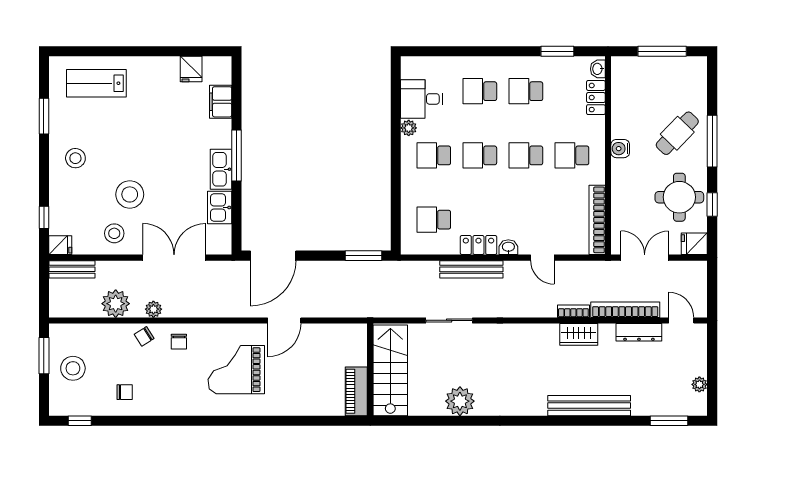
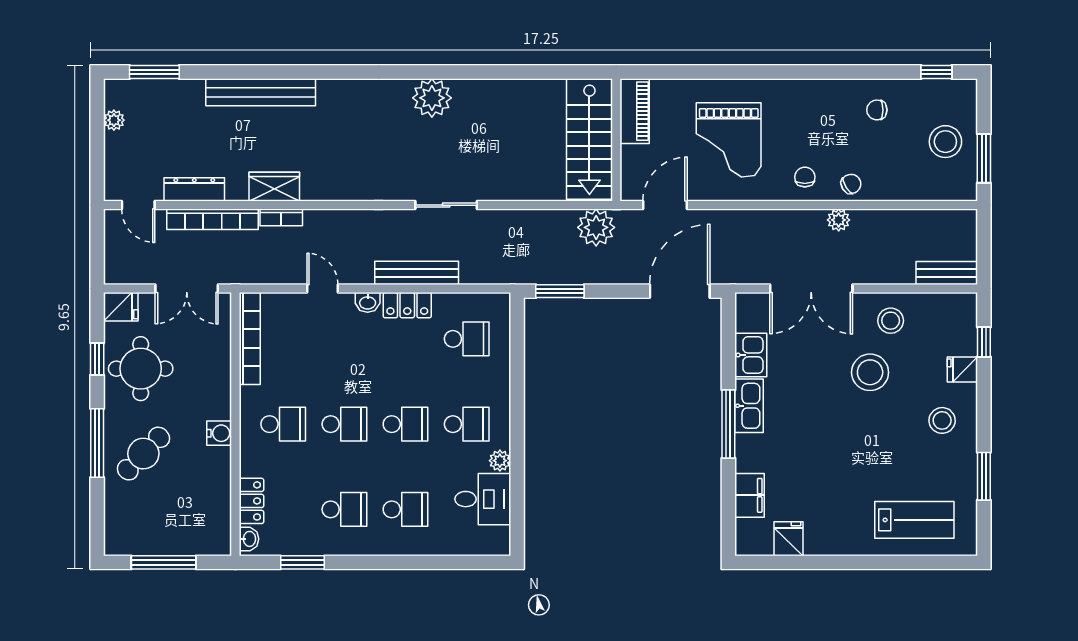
fridge: (60, 245) -> (962, 369), moved
plant: (116, 304) -> (596, 227), moved
grand piano: (236, 370) -> (729, 140), turned 90
wall: (370, 370) -> (616, 140), moved
stairs: (390, 370) -> (589, 139), moved
piano: (356, 391) -> (635, 111), moved

